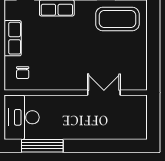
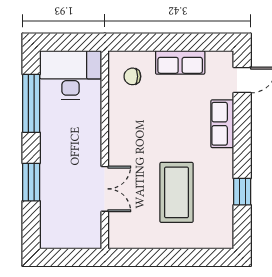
coffee table: (117, 19) -> (177, 192), moved
window: (99, 146) -> (31, 182), added

